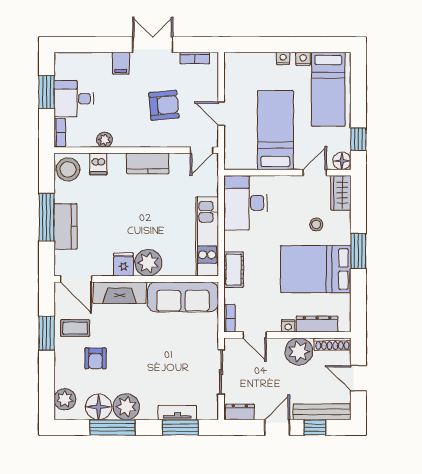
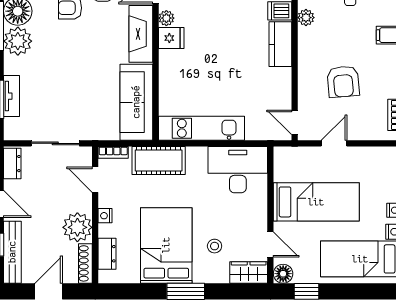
kitchen counter: (148, 163) -> (280, 44), moved
plant: (148, 263) -> (166, 18), moved, width x0.53, depth x0.53
cot: (234, 270) -> (159, 160), width x1.37, depth x1.34
dresser: (317, 324) -> (107, 254), width x0.70
door: (255, 335) -> (95, 180), hinge flipped

